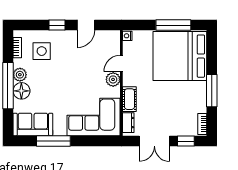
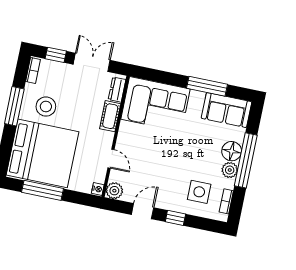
door: (121, 64) -> (111, 159), hinge flipped
plant: (113, 79) -> (114, 191), moved
stool: (185, 96) -> (46, 107), added

